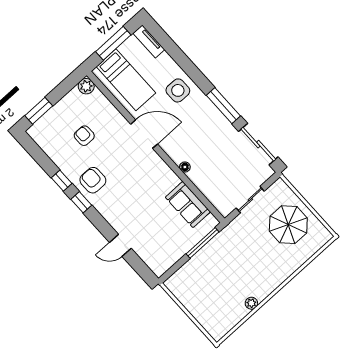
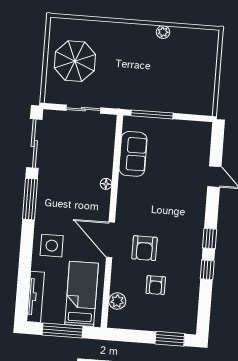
tv unit: (149, 41) -> (36, 297), width x1.41
plant: (86, 86) -> (117, 301), moved
armchair: (93, 180) -> (145, 248), moved

